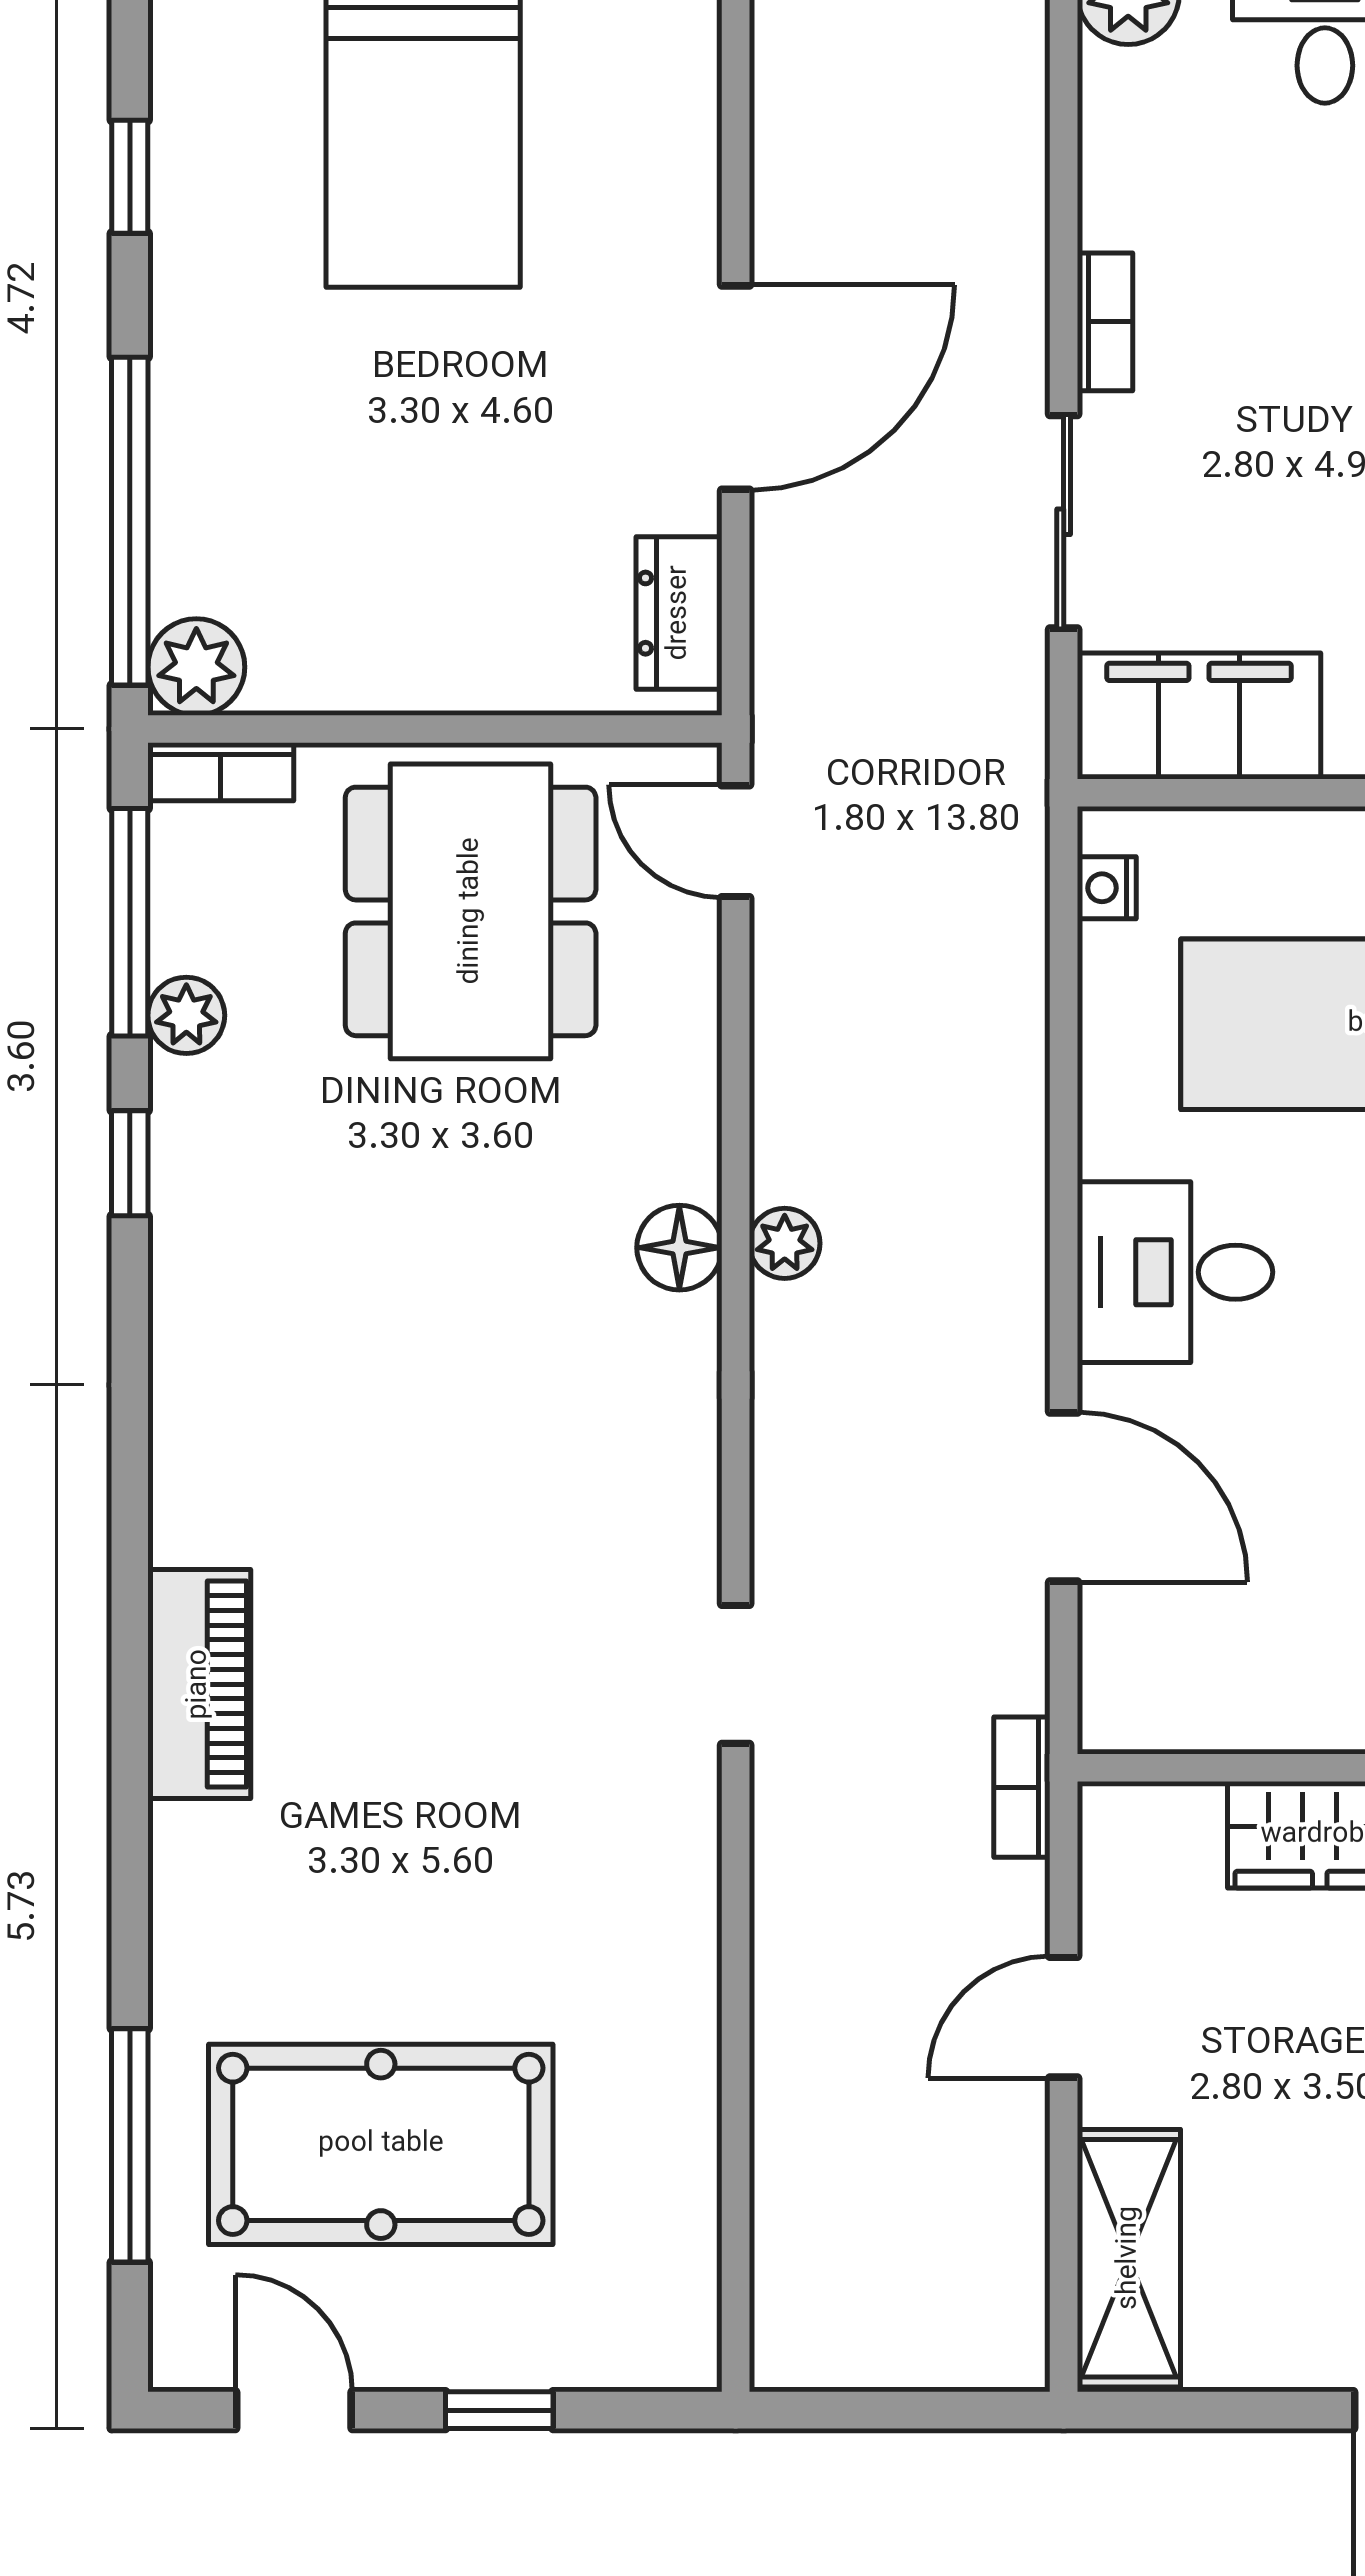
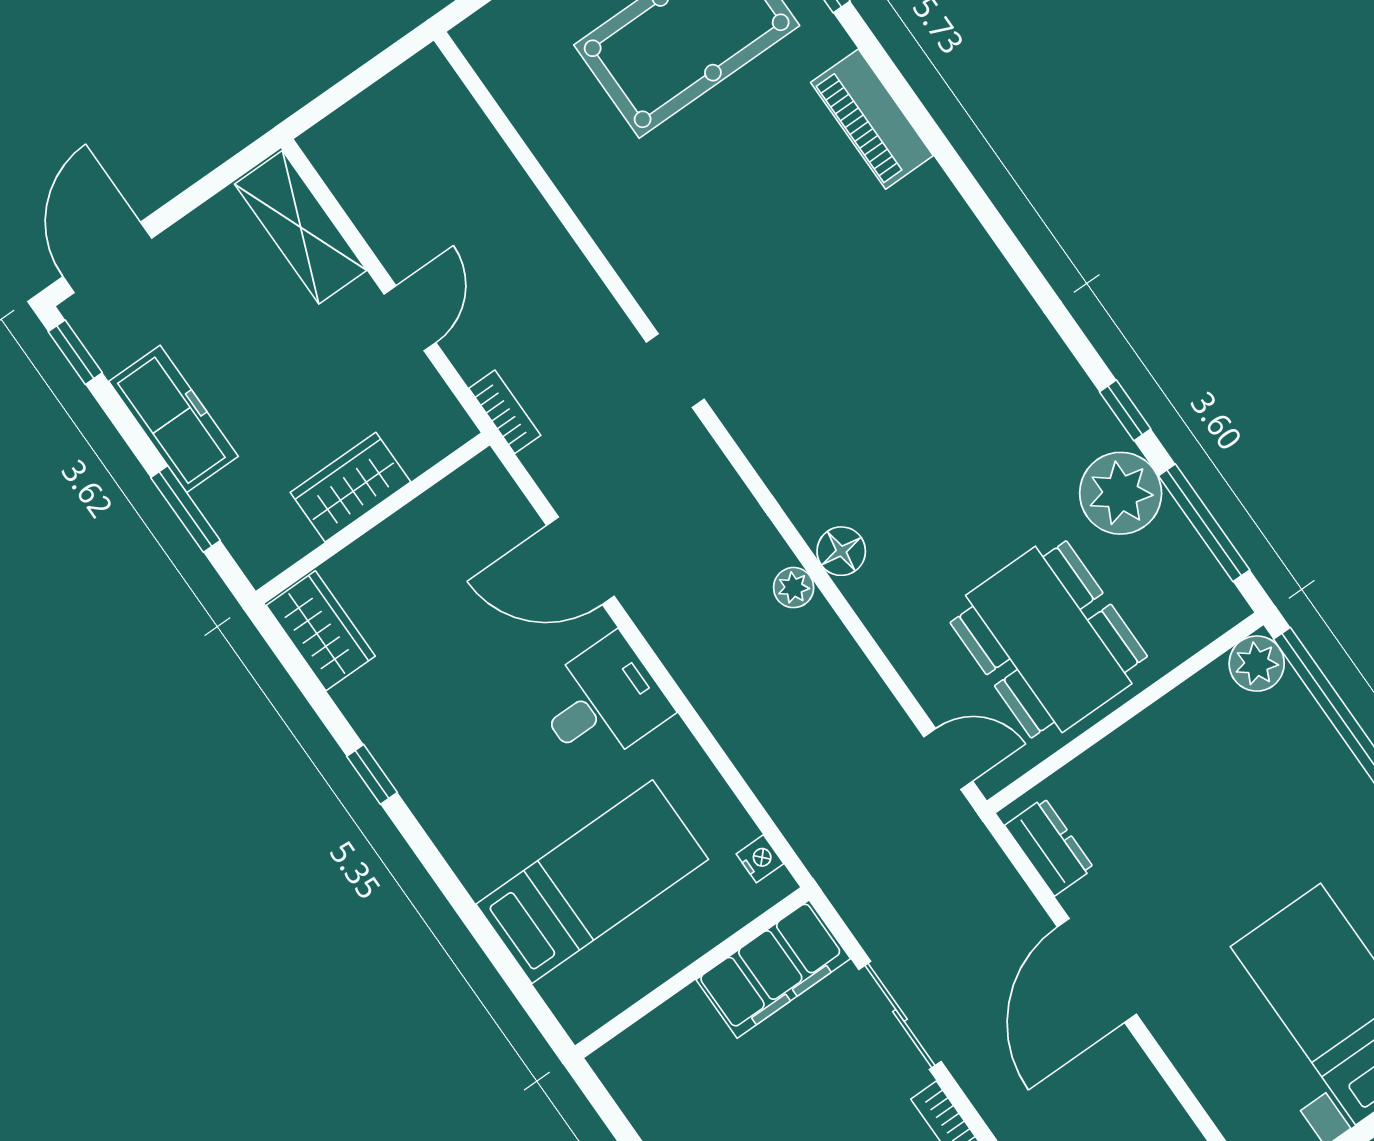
bookcase: (221, 772) -> (1211, 623), removed
plant: (186, 1015) -> (1121, 493), width x1.87, depth x1.87
piano: (199, 1684) -> (872, 119), moved

